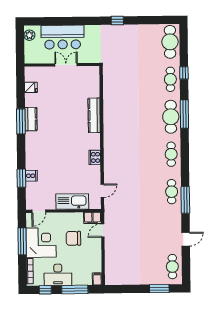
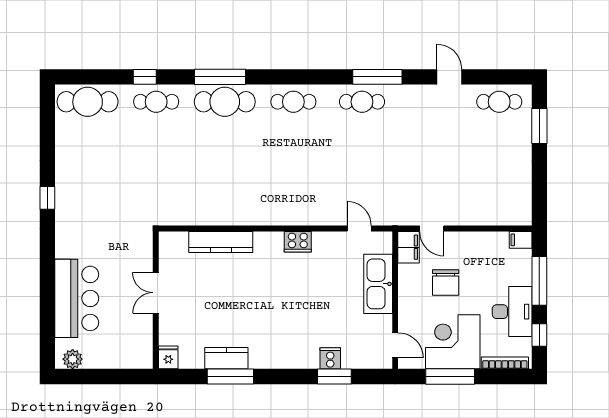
wall: (62, 65) -> (156, 300), moved
double door: (66, 65) -> (156, 293), moved

